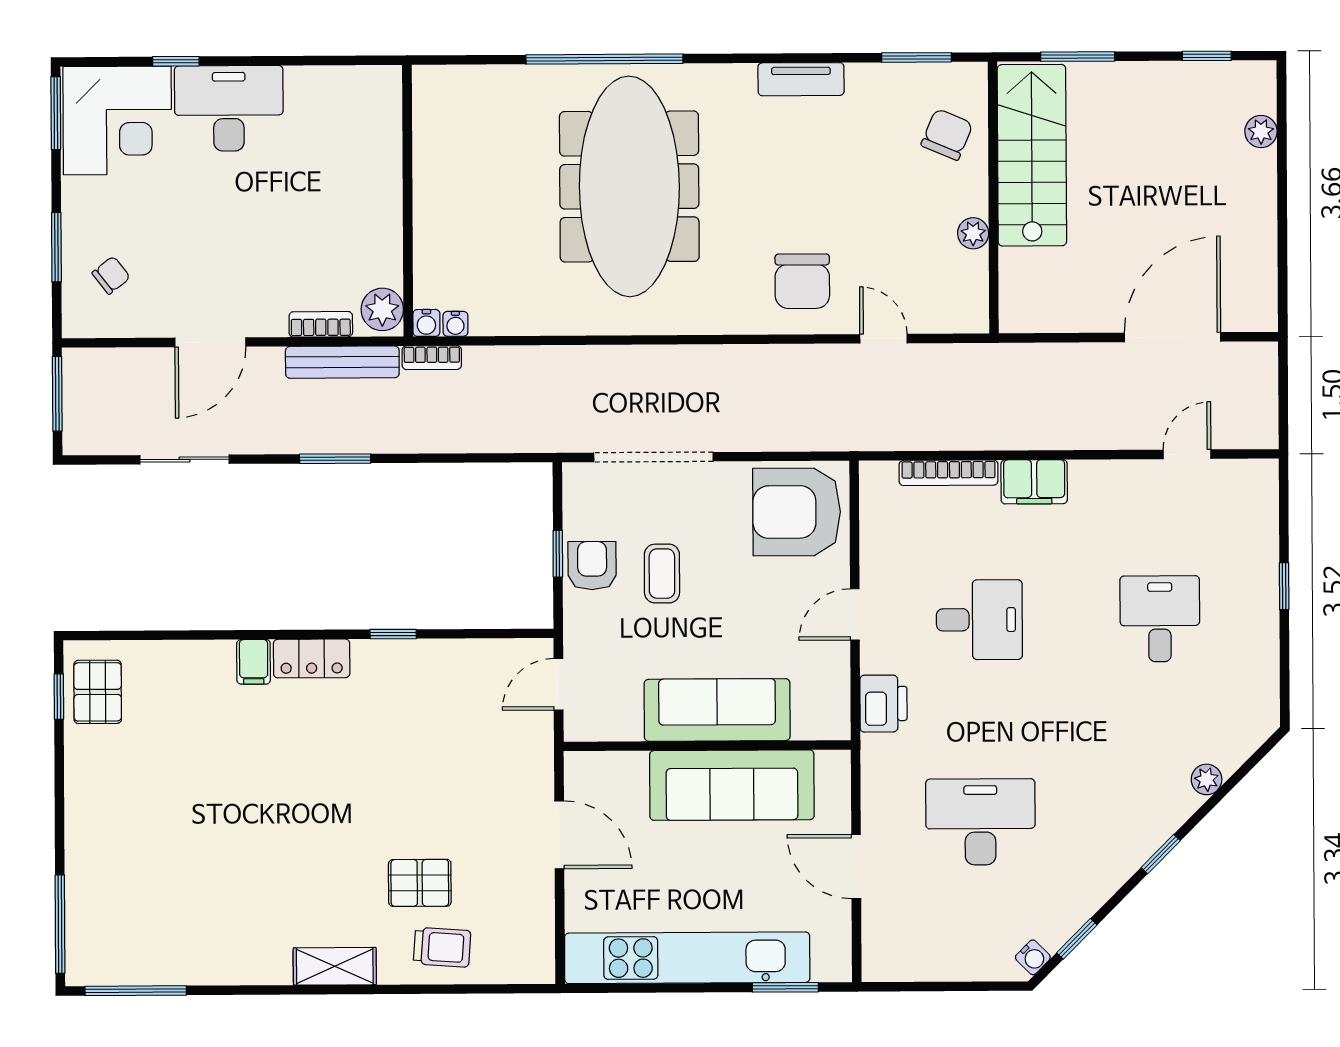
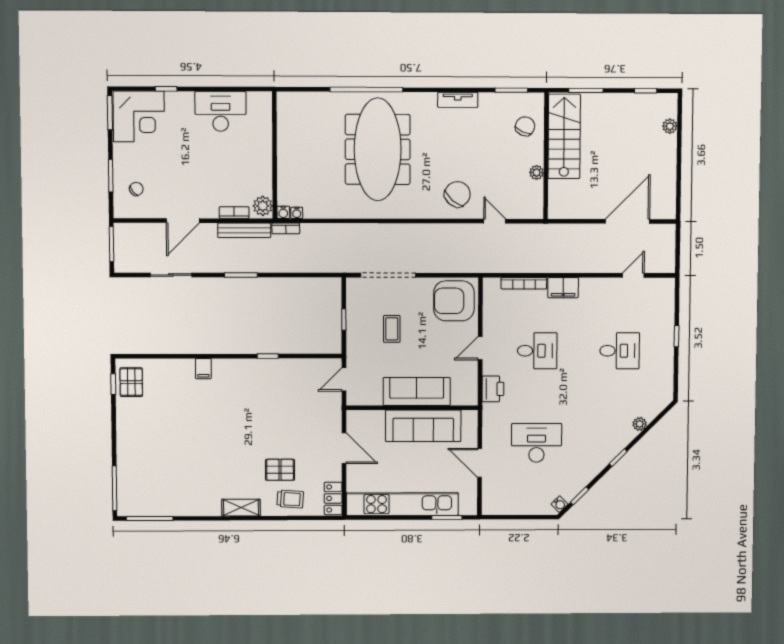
desk: (229, 108) -> (221, 111), moved
chair: (802, 281) -> (457, 194), turned -139
armchair: (592, 566) -> (360, 325), removed
desk: (1160, 619) -> (620, 351), turned 90
locker: (312, 658) -> (333, 498), moved, turned 90

